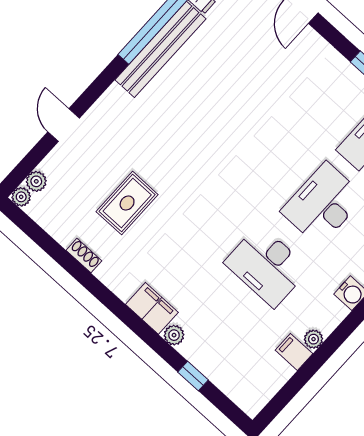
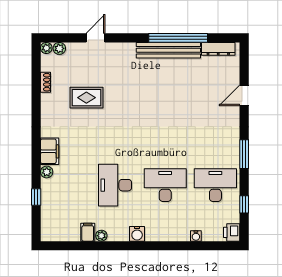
shoe rack: (84, 256) -> (46, 82), moved

